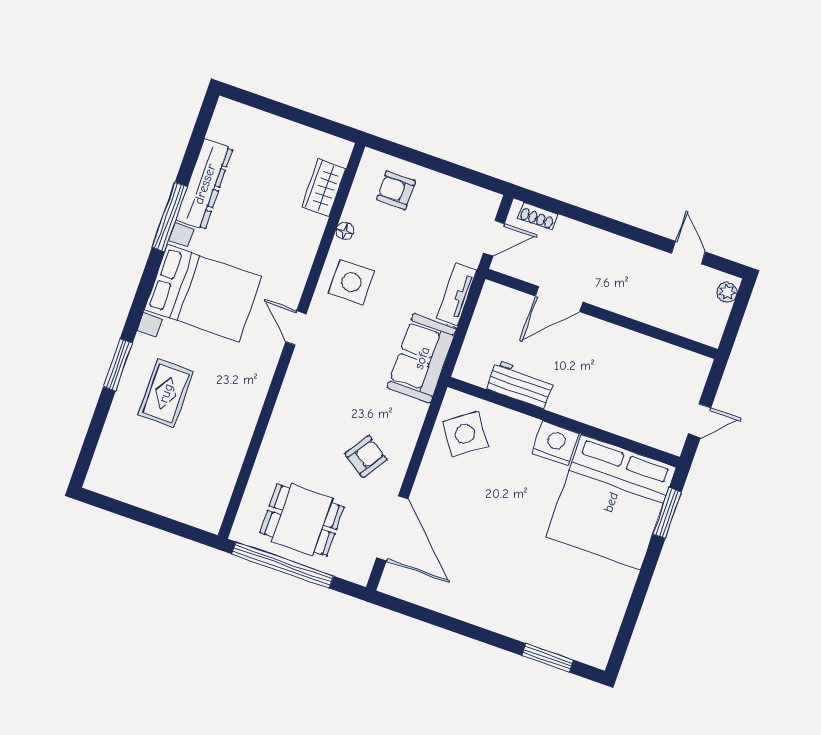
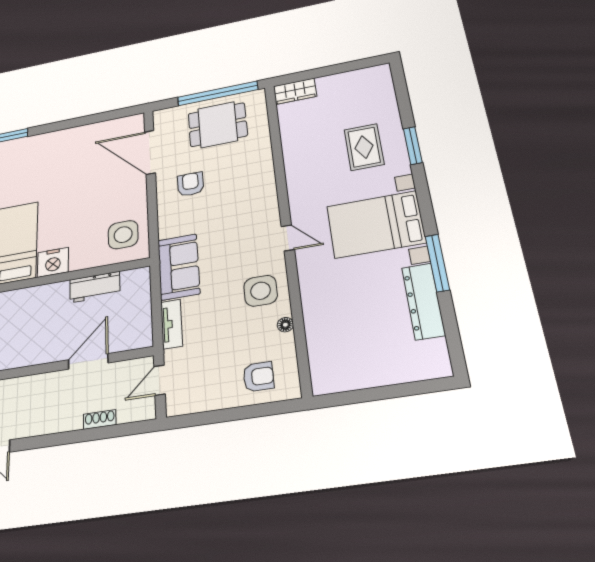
wardrobe: (324, 188) -> (295, 91), moved, turned 90
shoe rack: (537, 216) -> (100, 420), moved
side table: (465, 434) -> (123, 235), turned 35
armchair: (366, 456) -> (190, 184), turned 146

